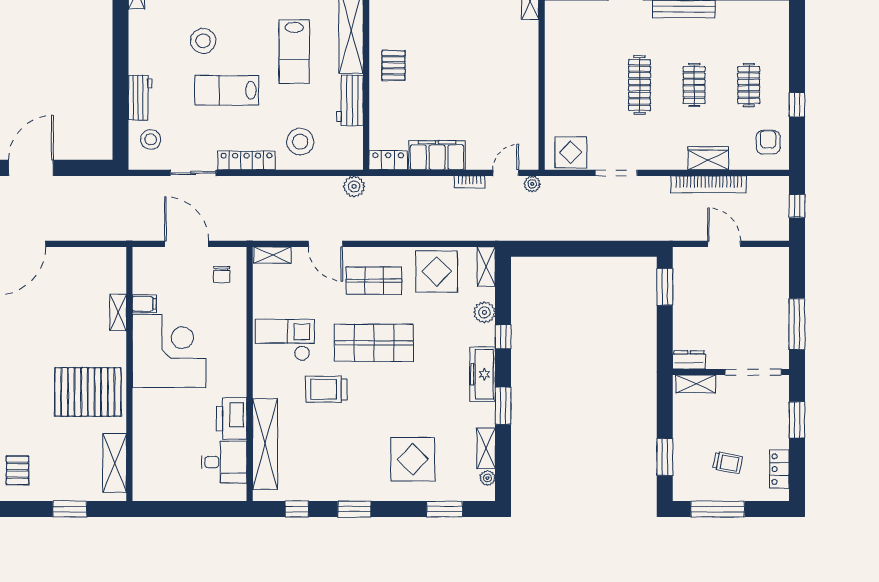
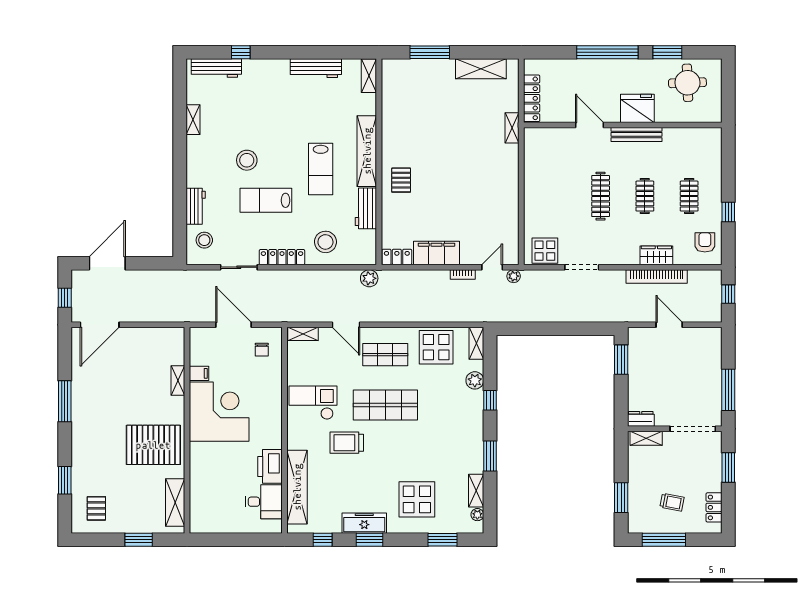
freezer: (483, 374) -> (364, 523), moved, turned 90

